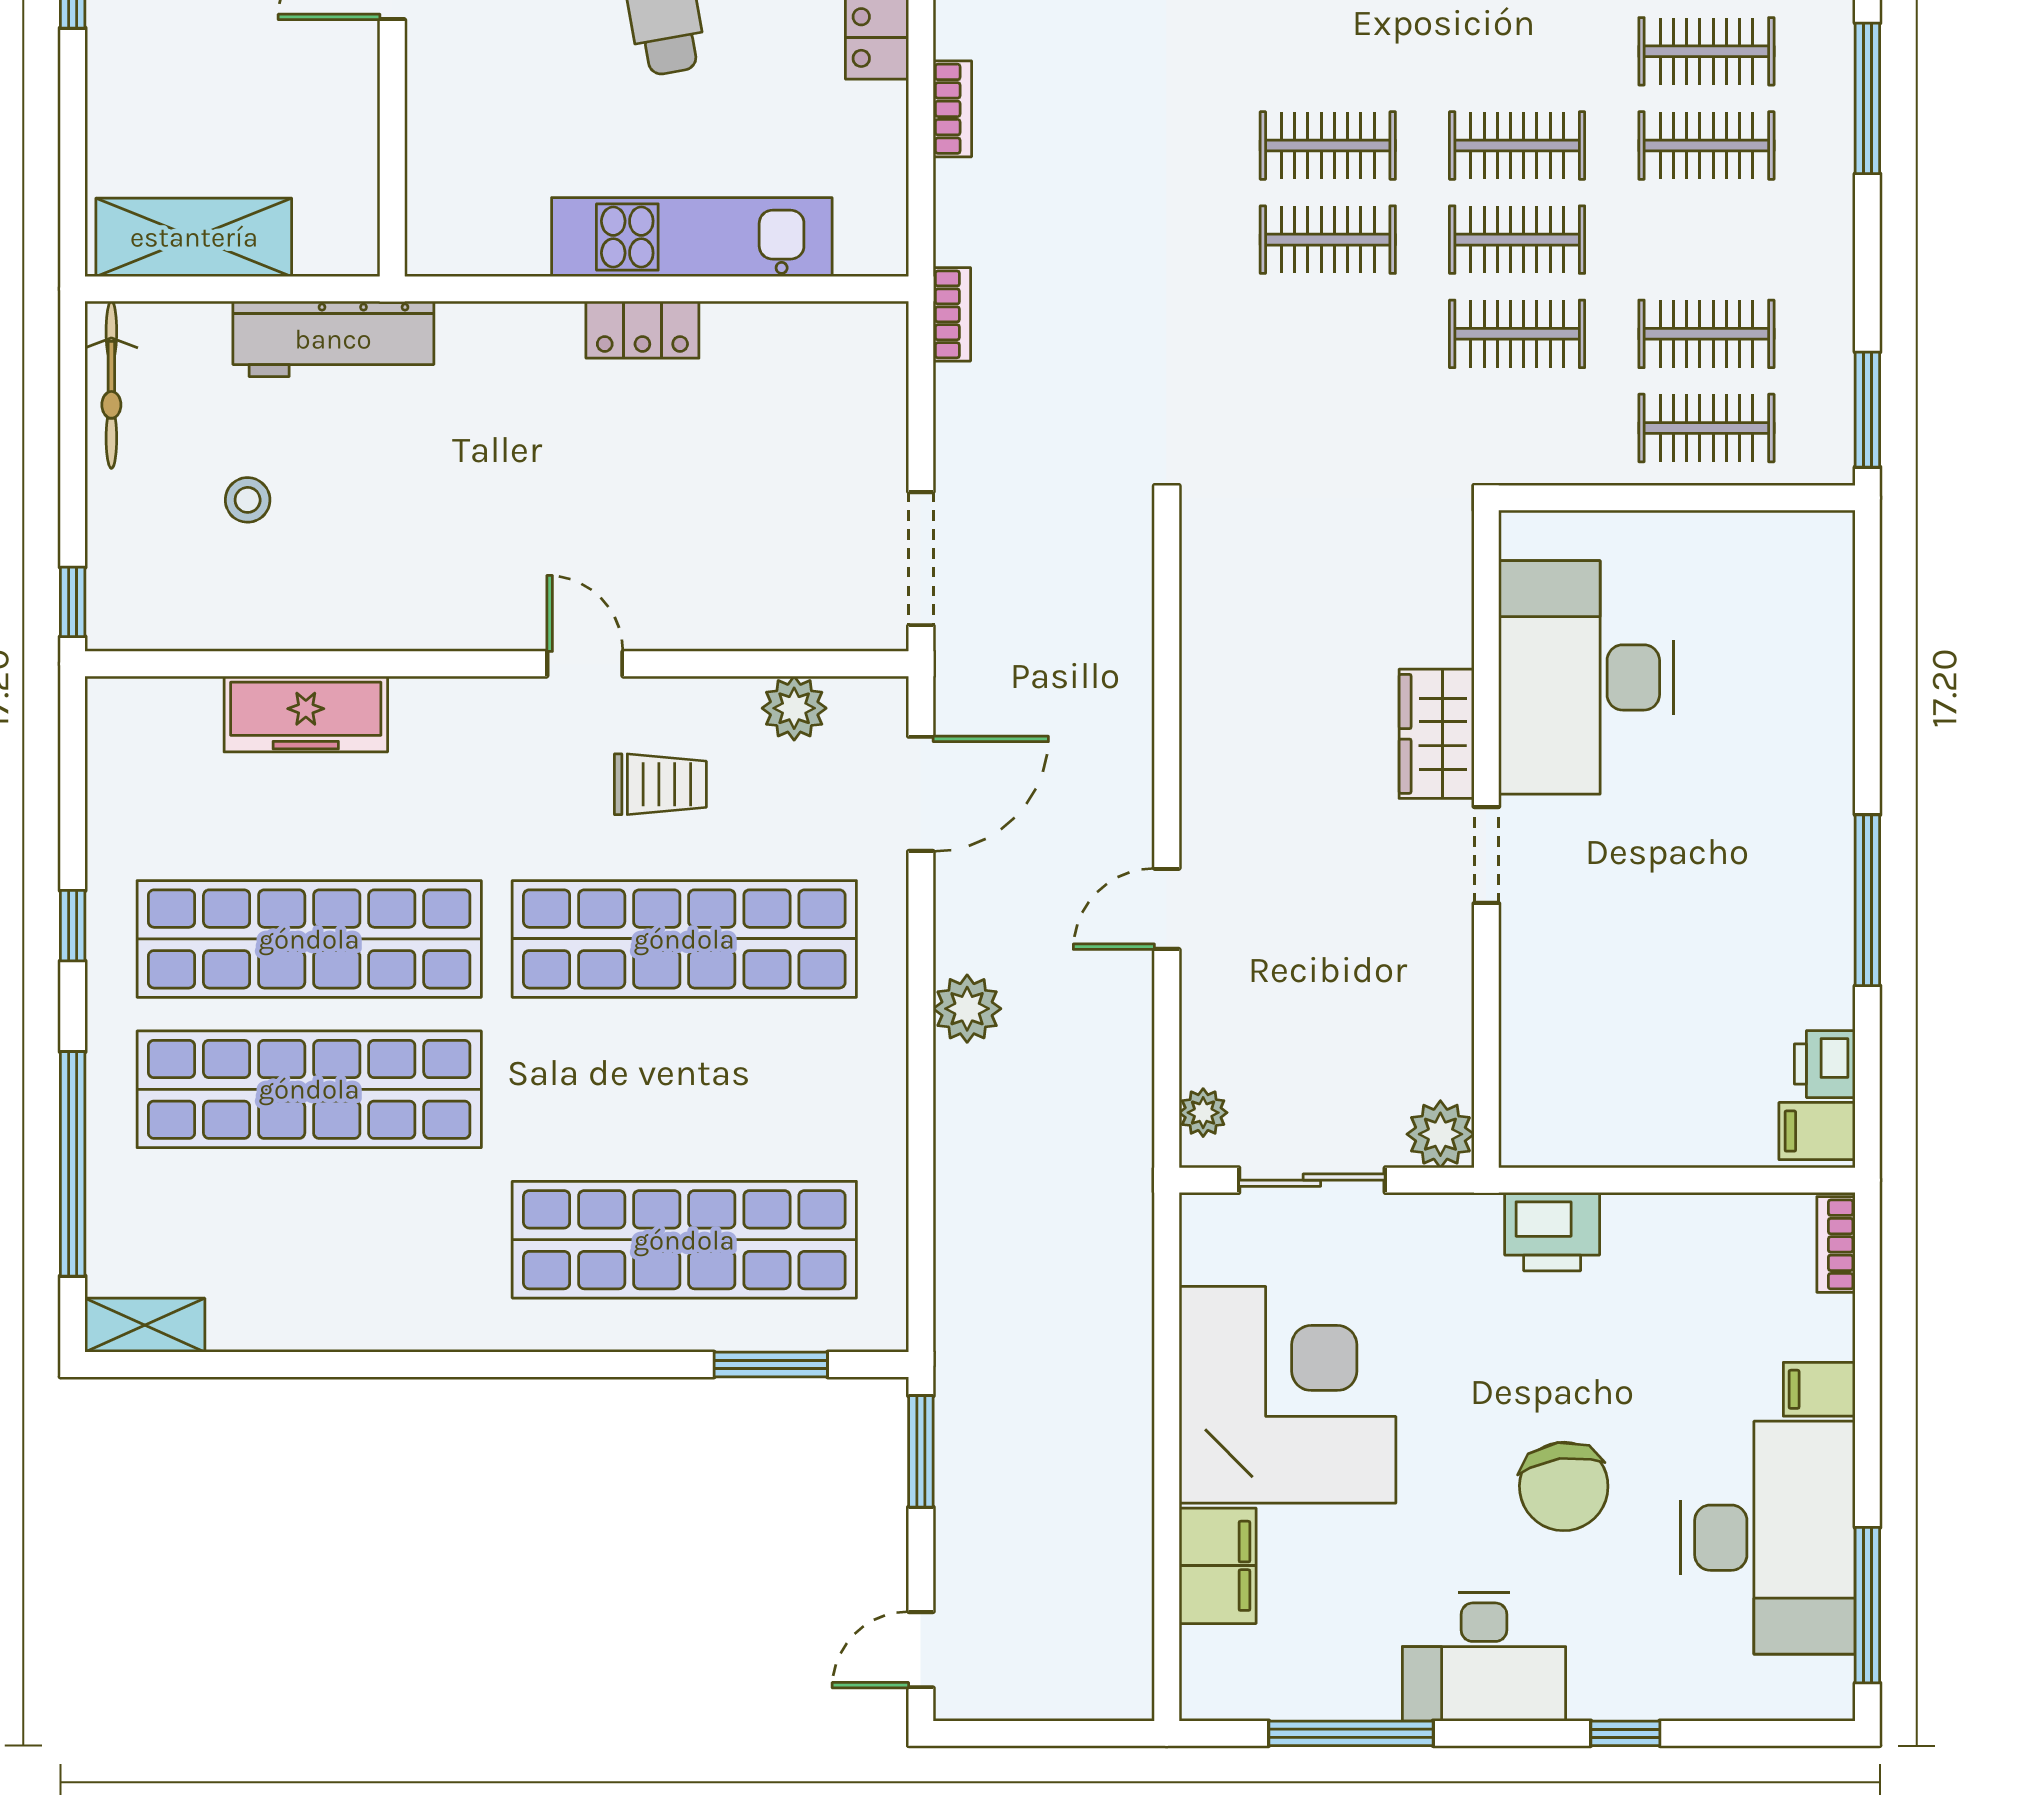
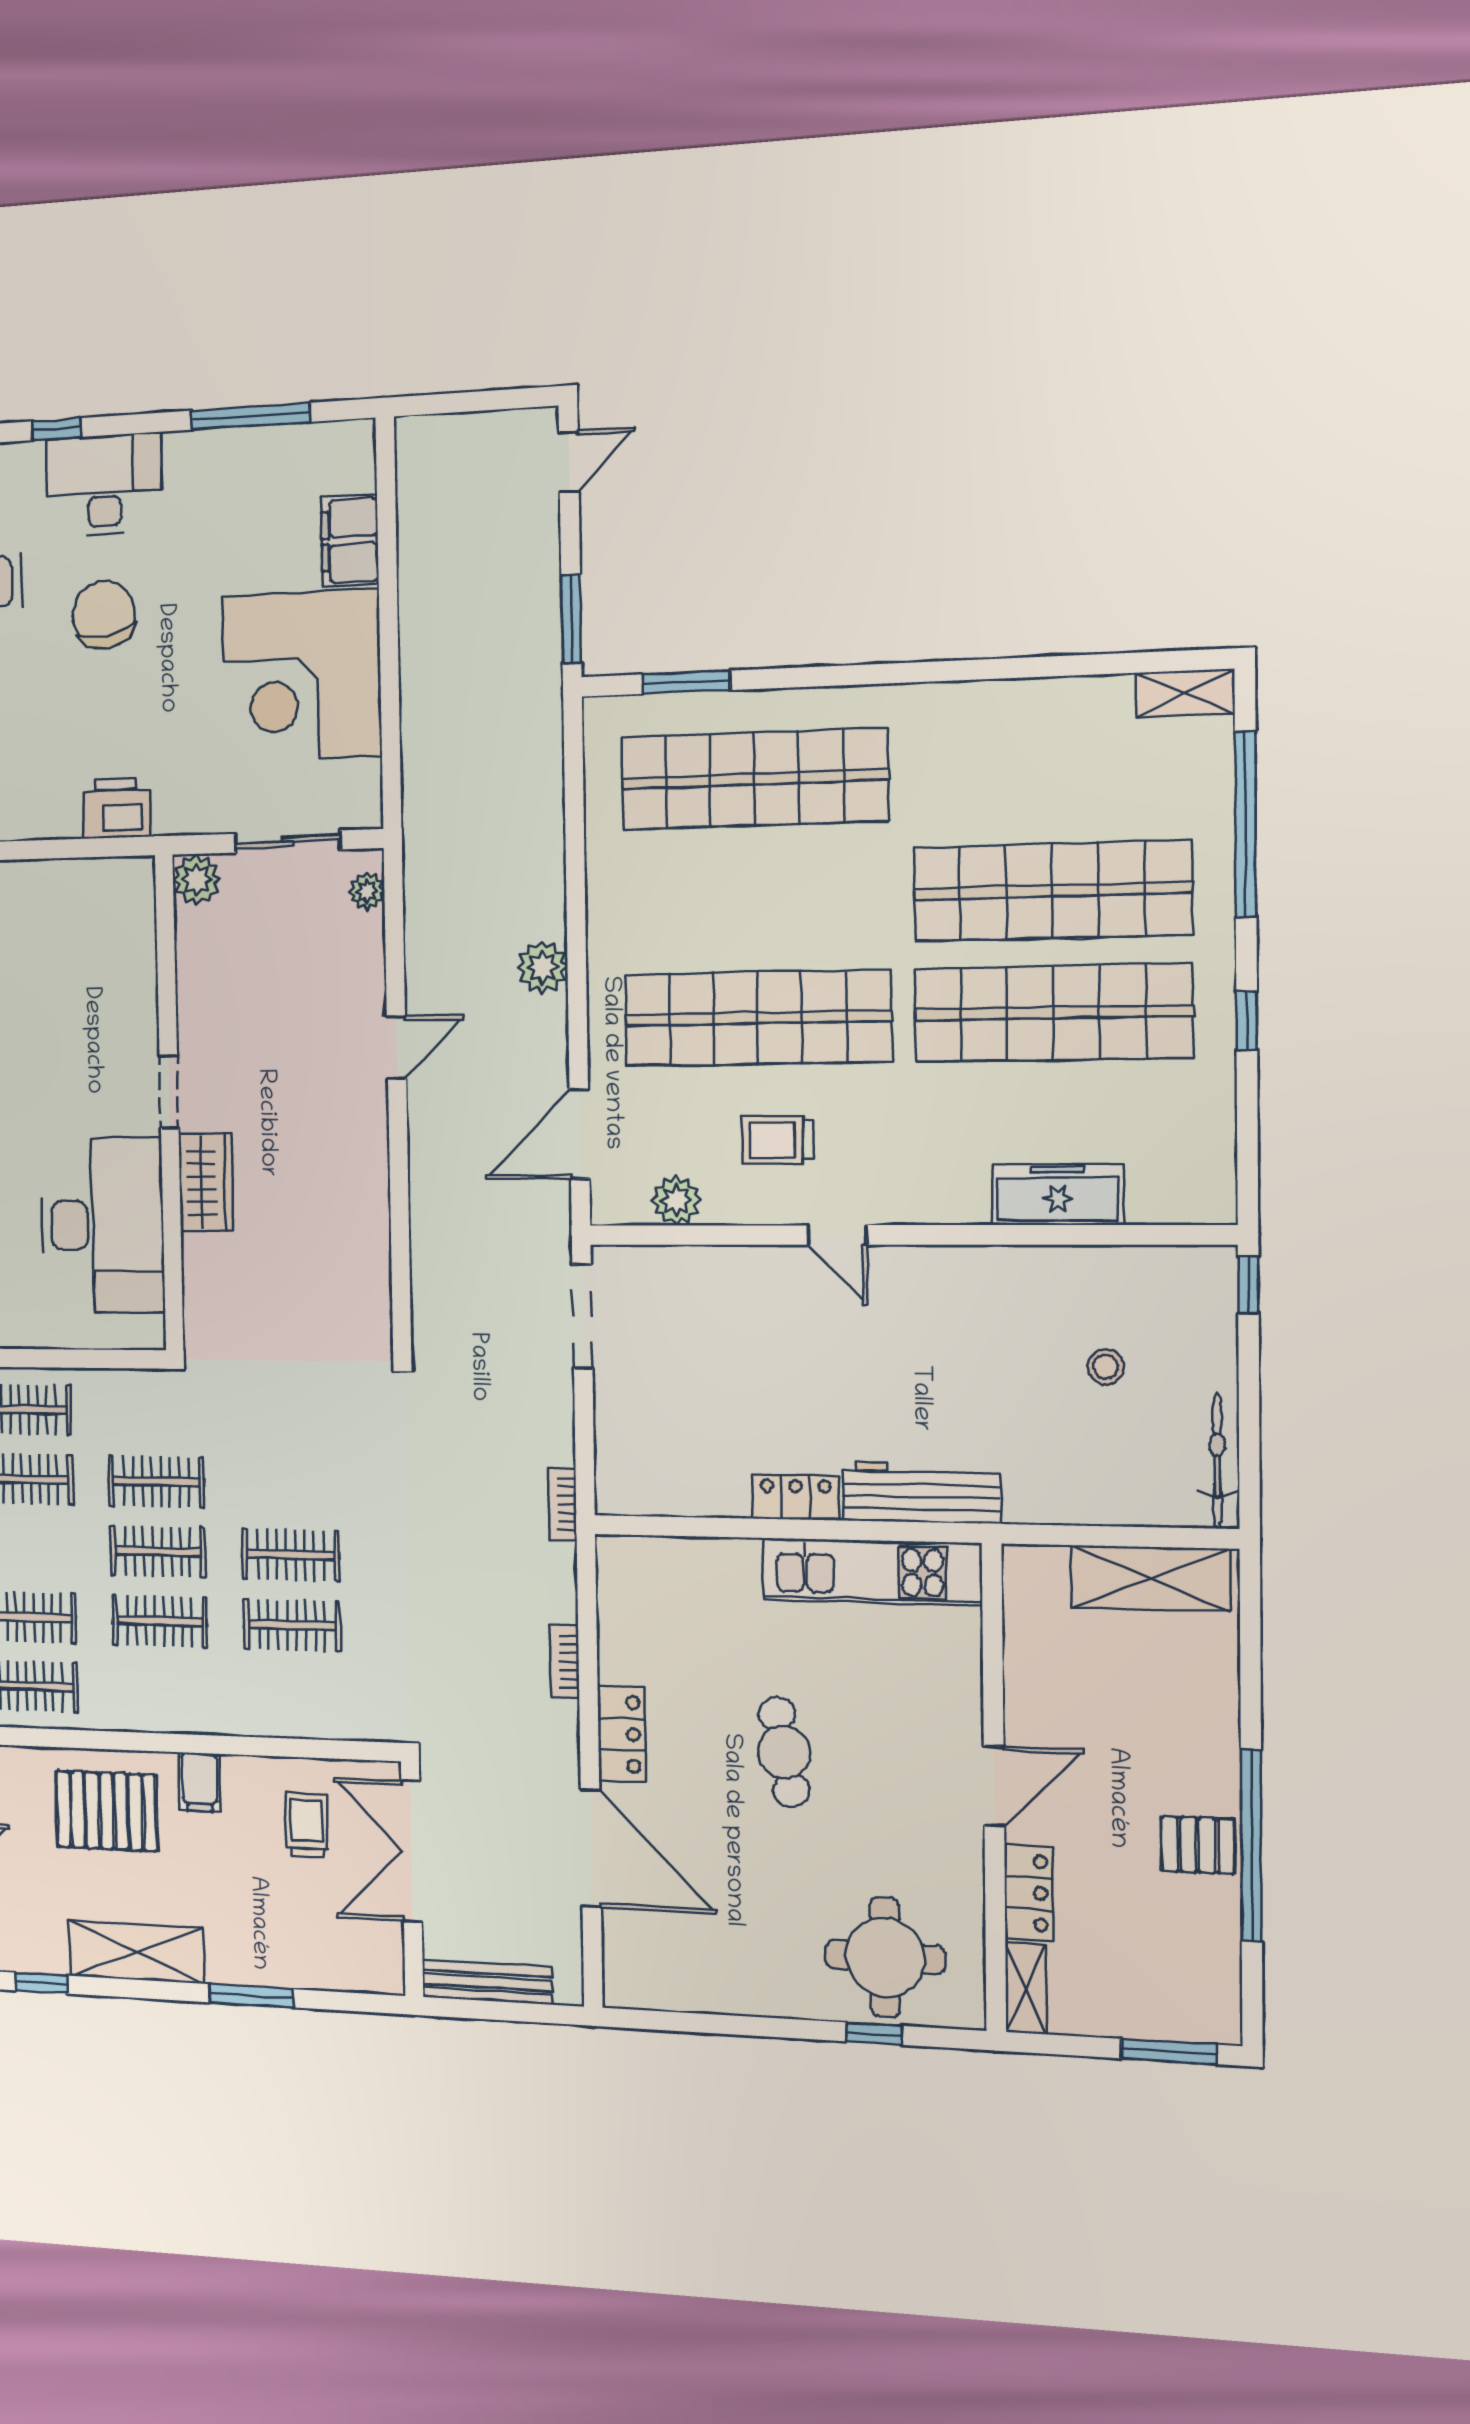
kitchen unit: (692, 237) -> (872, 1572), moved
workbench: (333, 339) -> (922, 1492), moved
desk: (1484, 1657) -> (104, 485), moved

